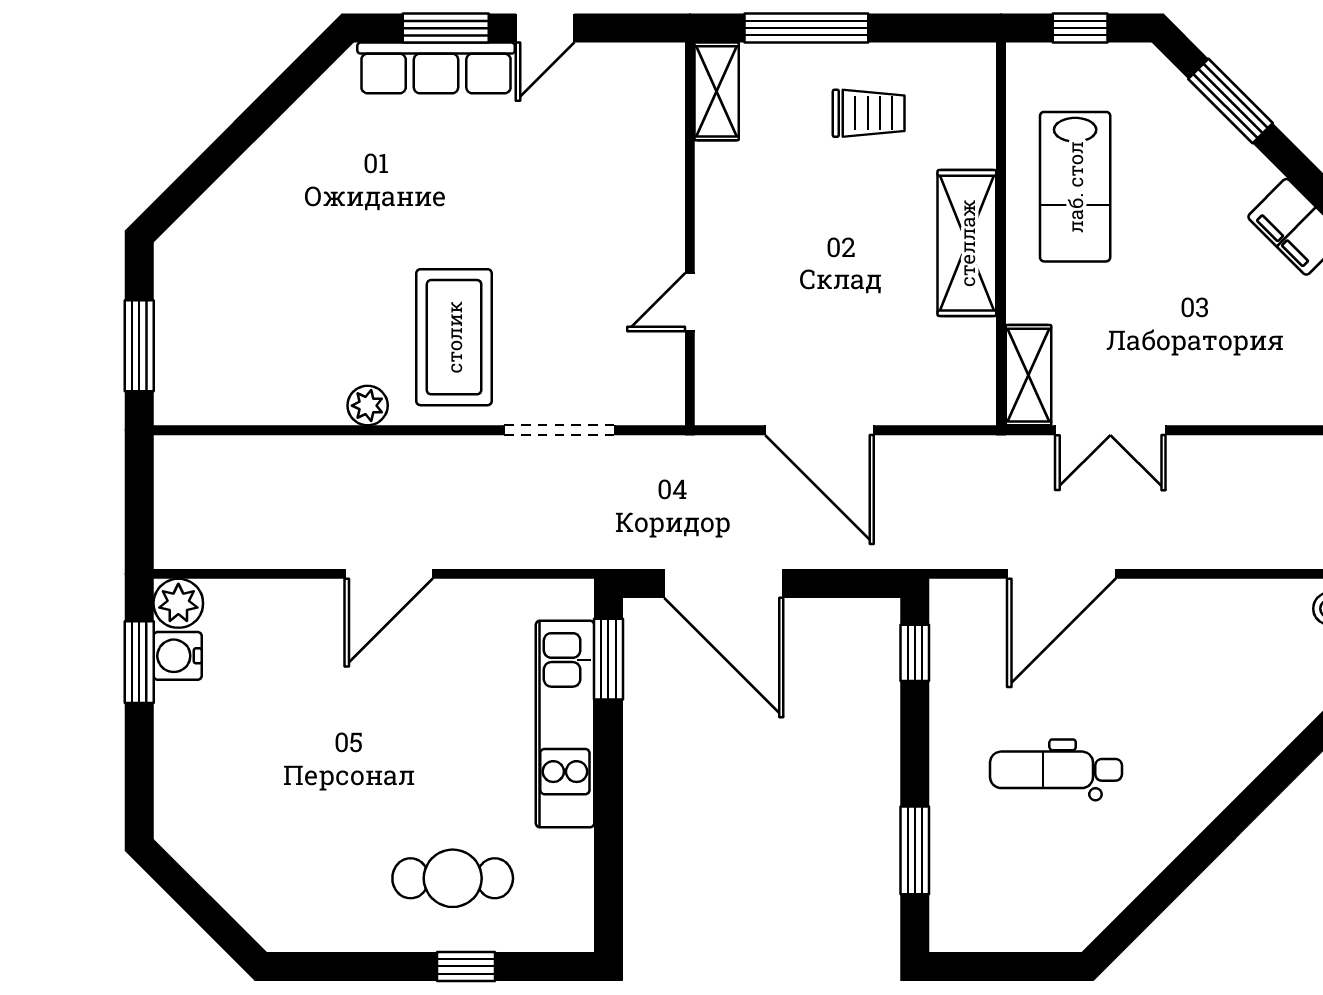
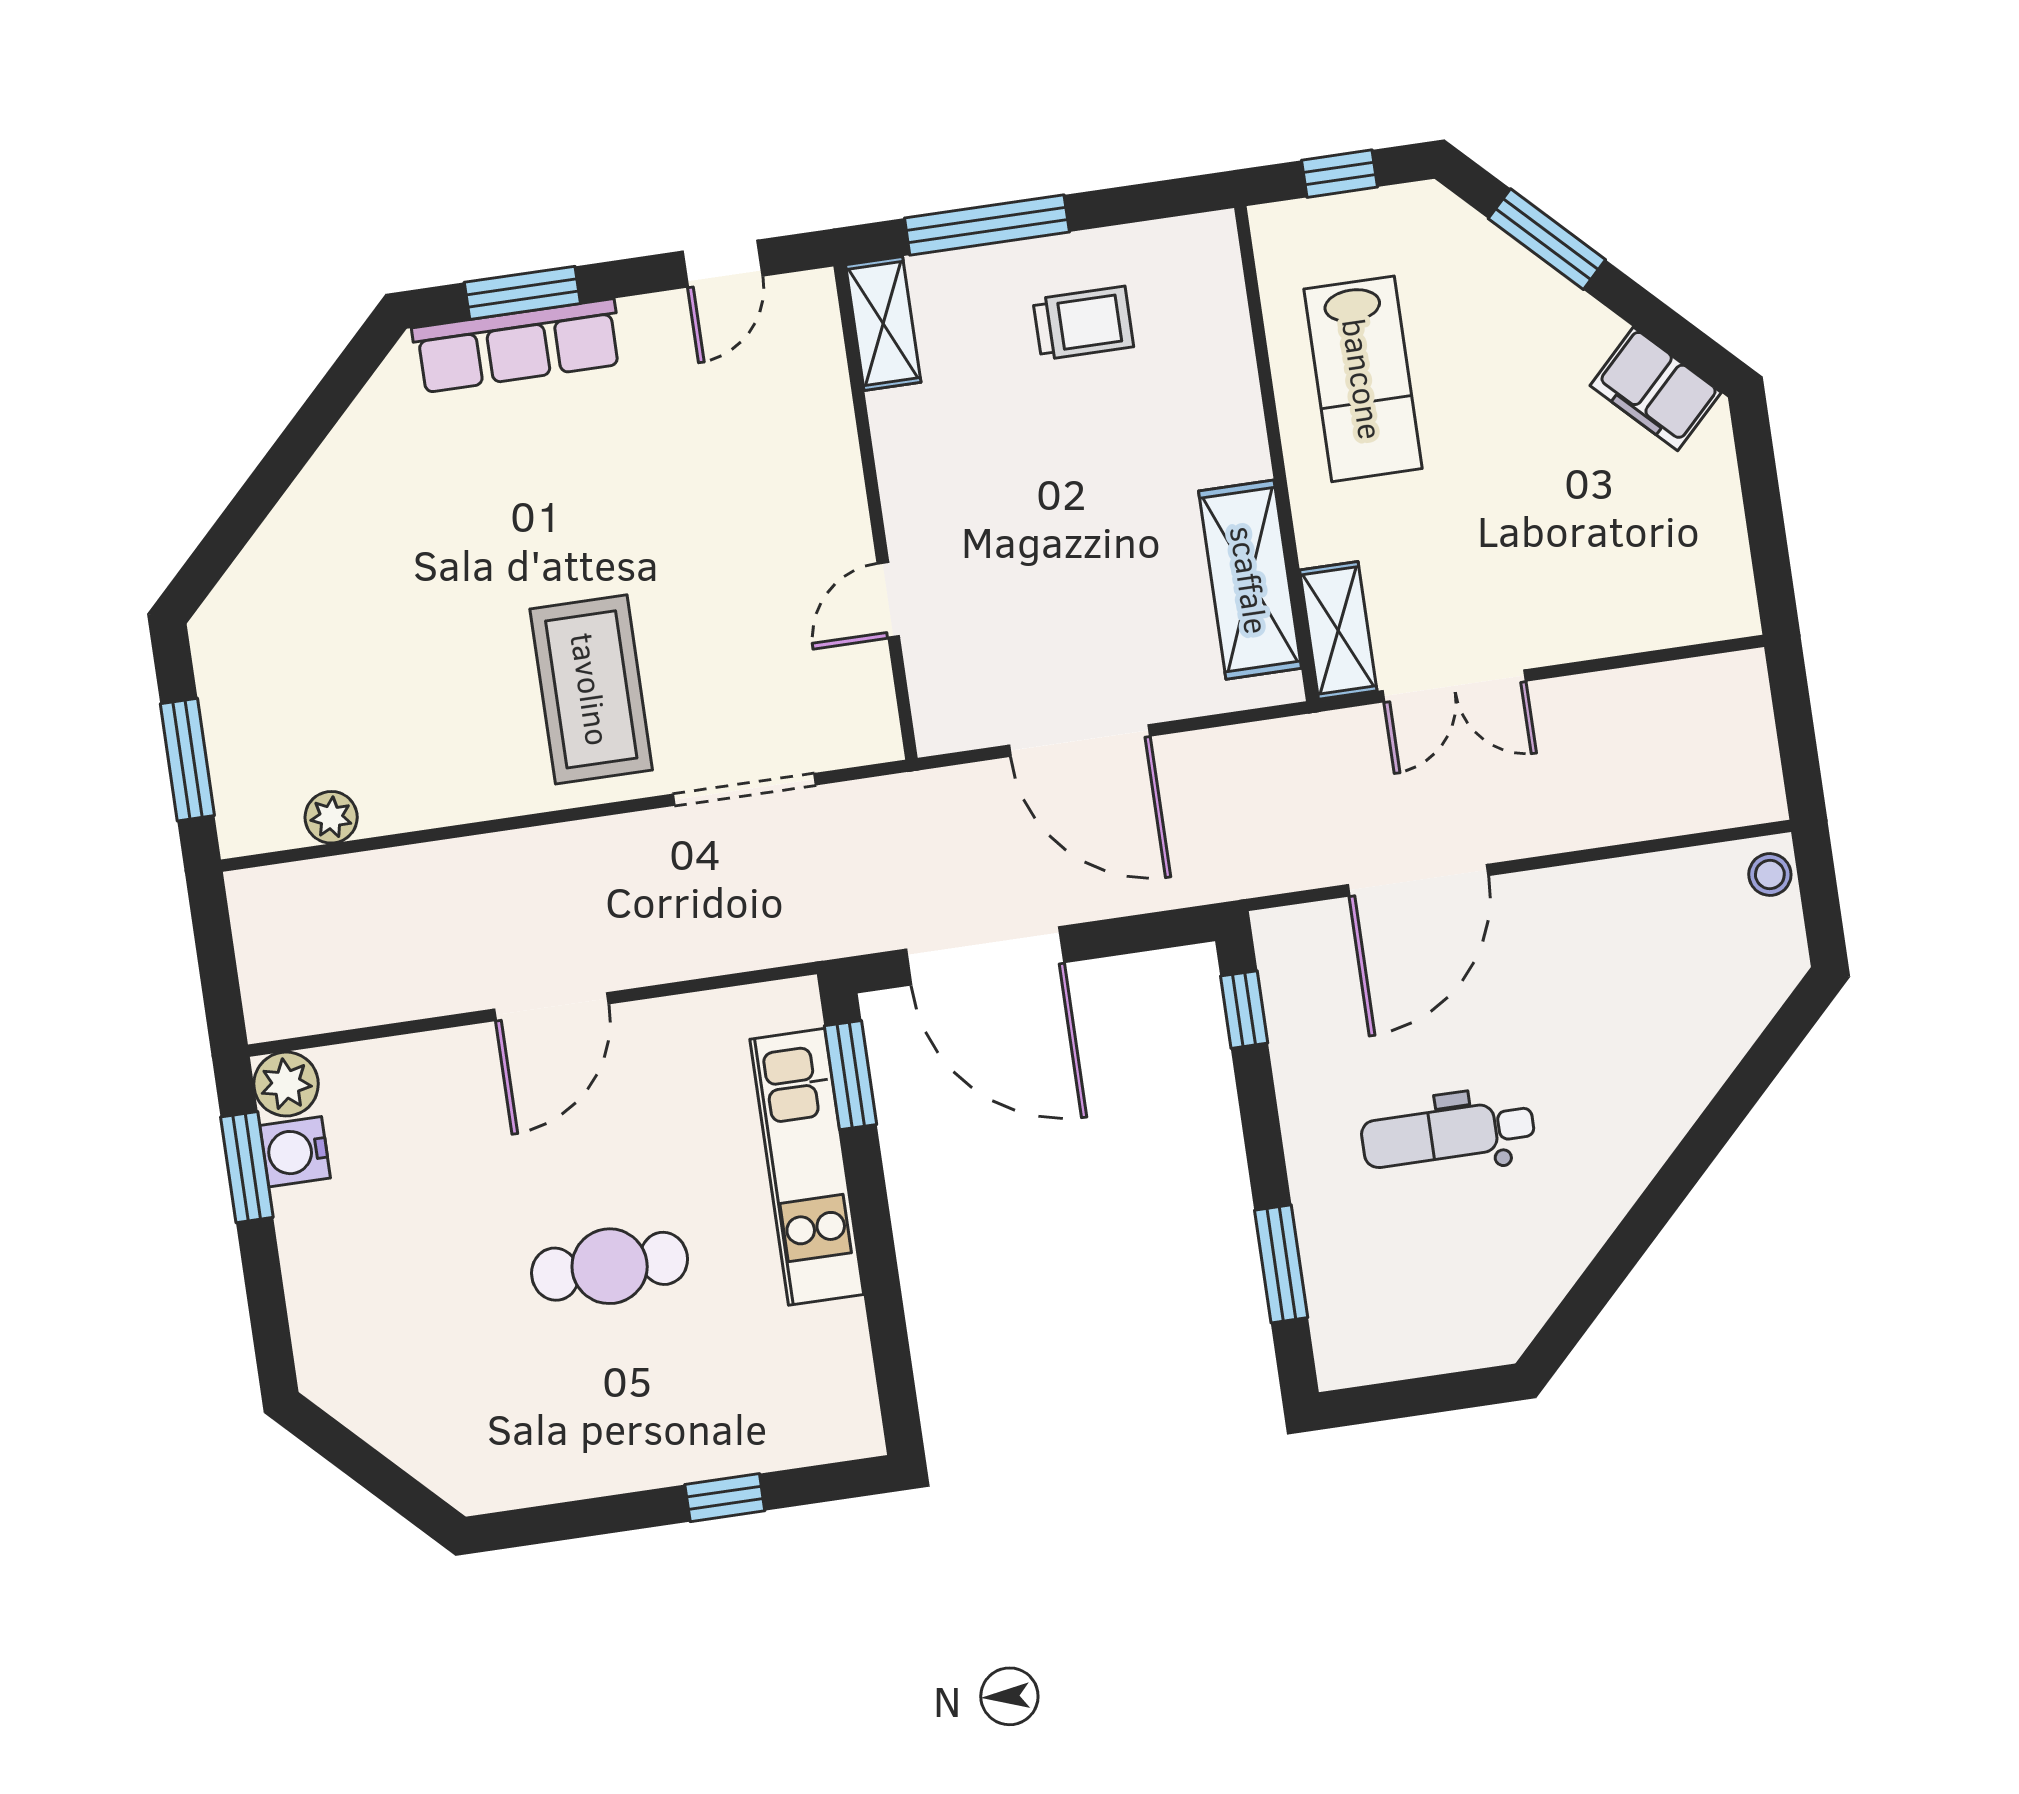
door: (545, 28) -> (723, 264), moved
shelving: (967, 243) -> (1250, 580), moved
plant: (368, 406) -> (331, 817), moved
cafe table: (453, 878) -> (610, 1266), moved

